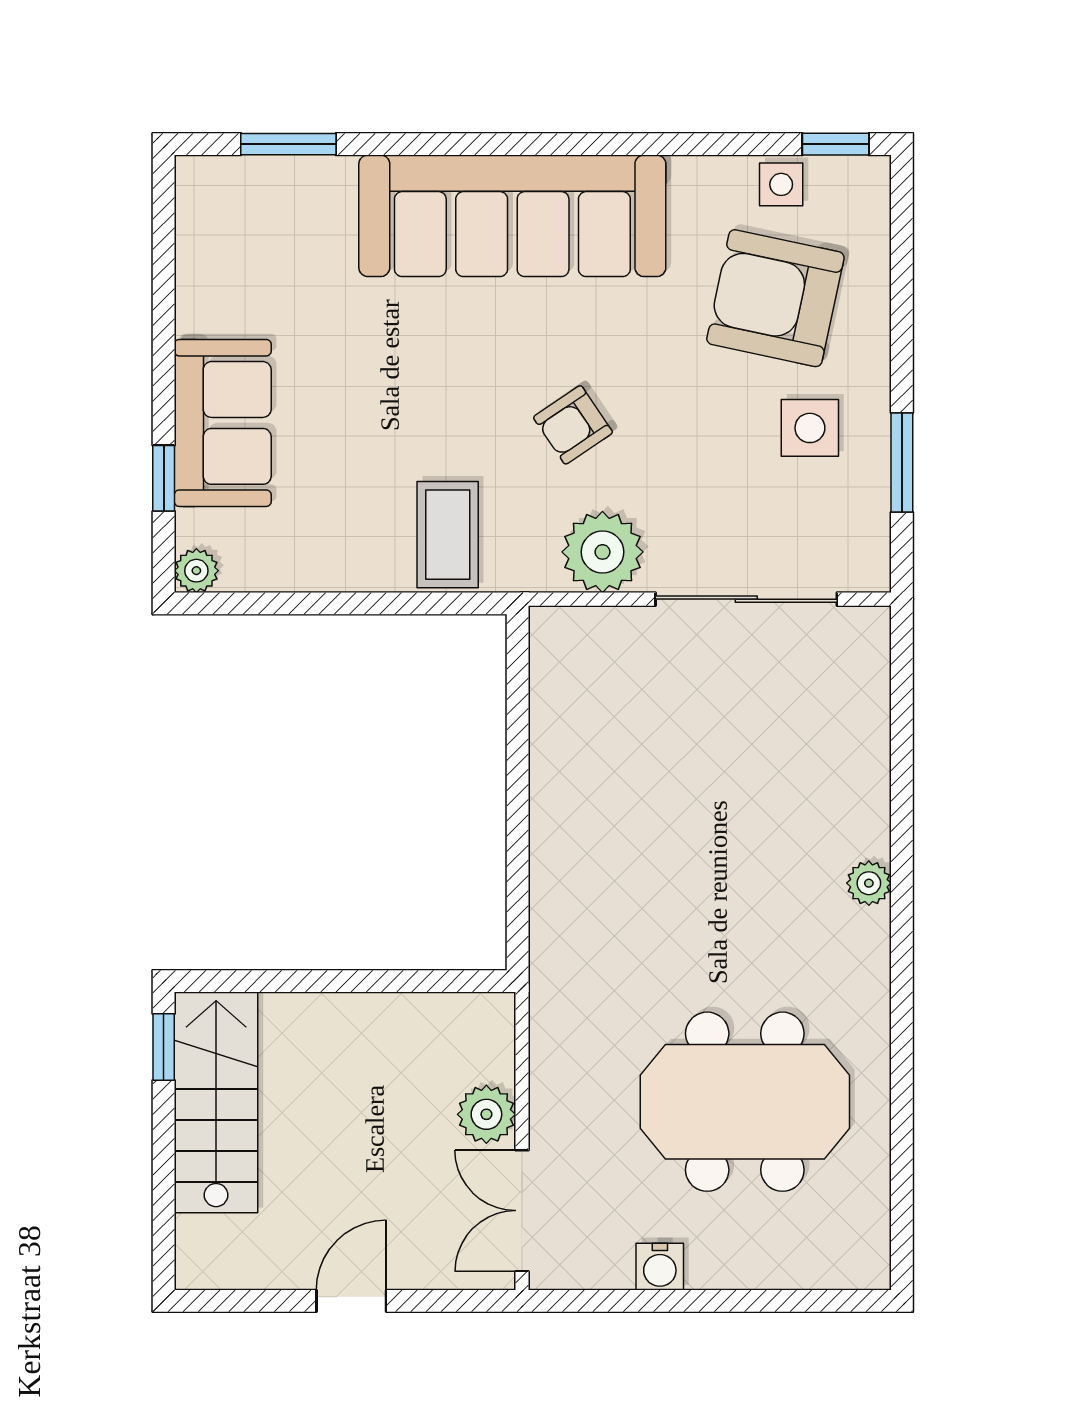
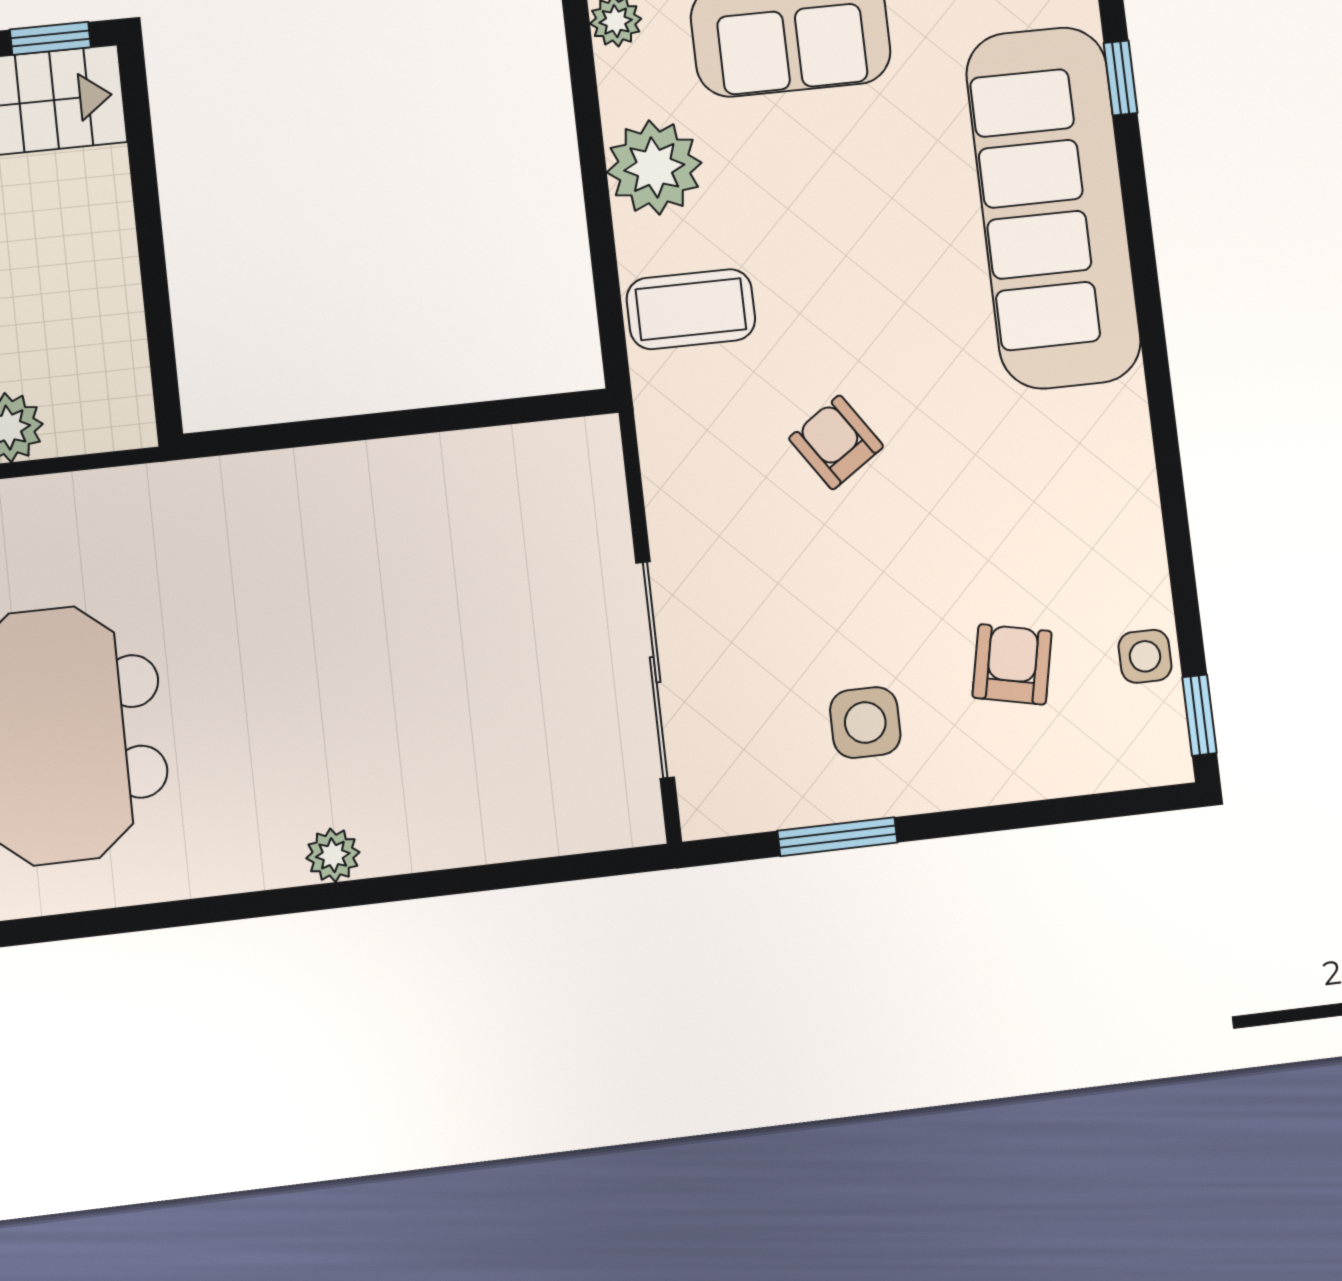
window: (288, 144) -> (1121, 78), width x0.67
sofa: (512, 216) -> (1053, 207), moved
armchair: (775, 298) -> (1012, 664), width x0.53, depth x0.53
plant: (602, 552) -> (654, 167), moved

